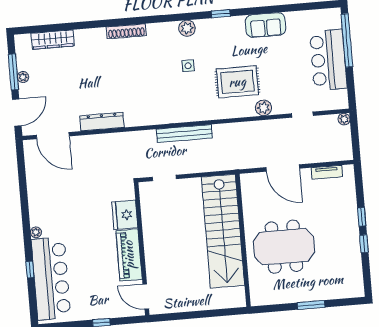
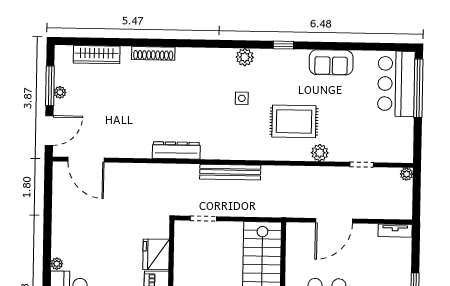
shoe rack: (126, 31) -> (153, 53), moved
bar counter: (328, 60) -> (396, 84), moved
dresser: (102, 122) -> (176, 150), moved
door: (283, 168) -> (334, 221), hinge flipped
tv unit: (327, 172) -> (395, 231), moved

